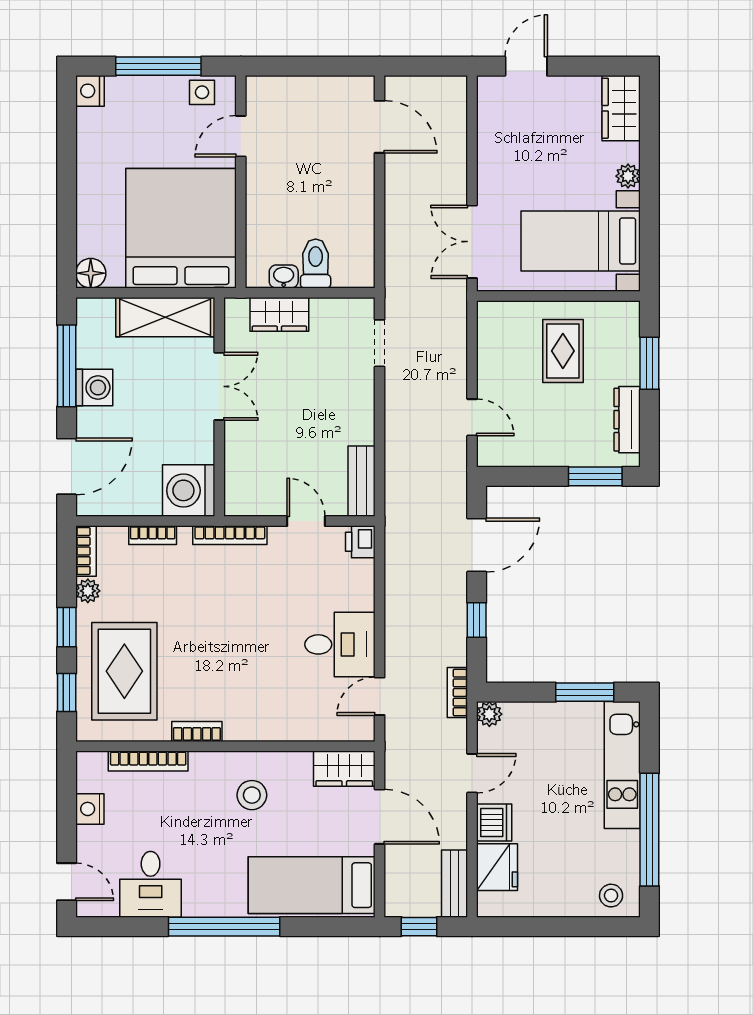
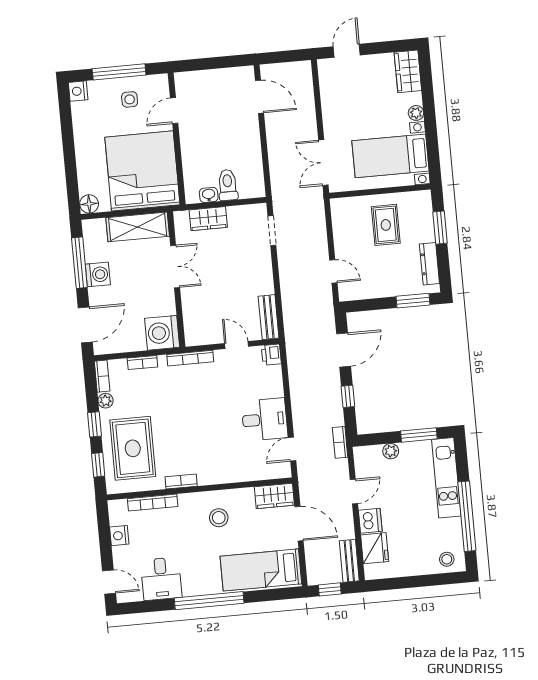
side table: (202, 92) -> (130, 99), moved
plant: (489, 714) -> (391, 451), moved

